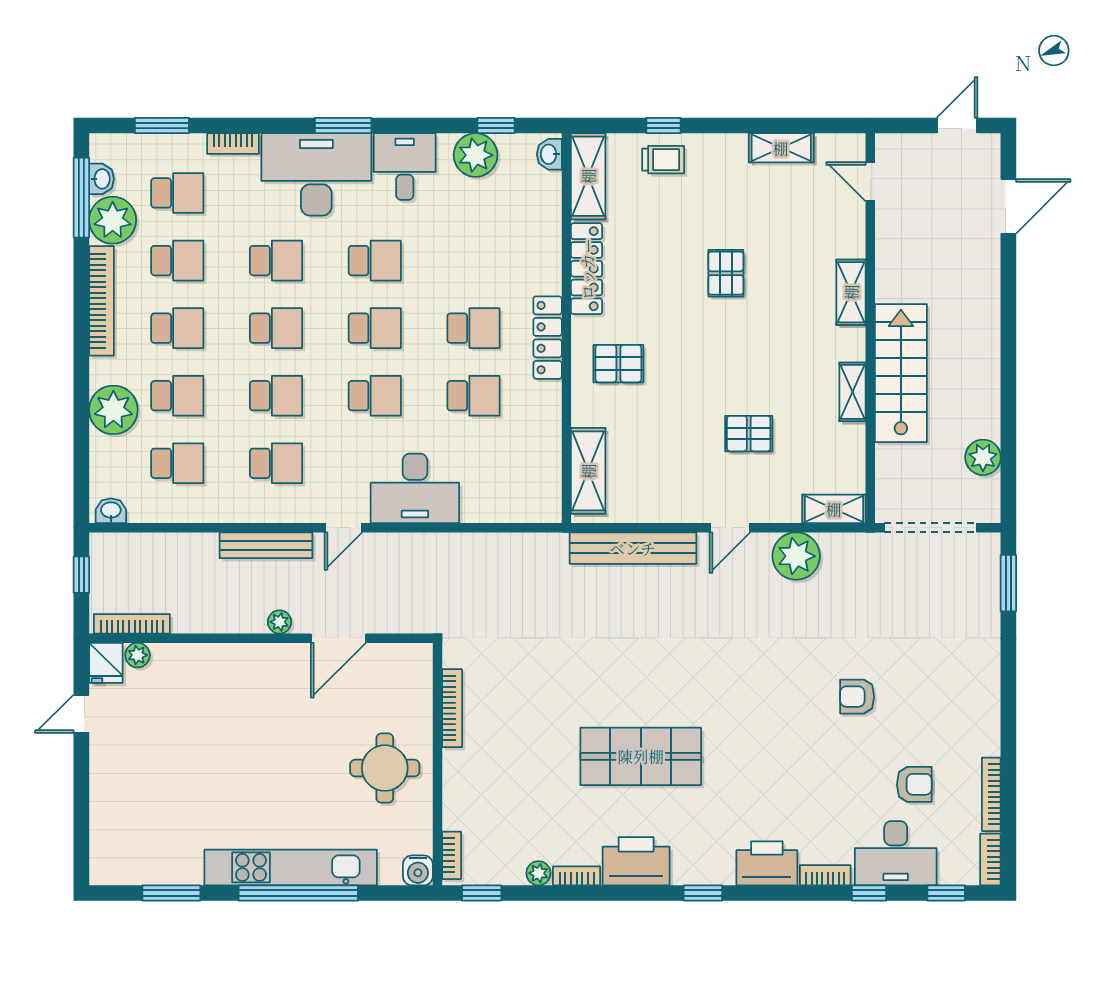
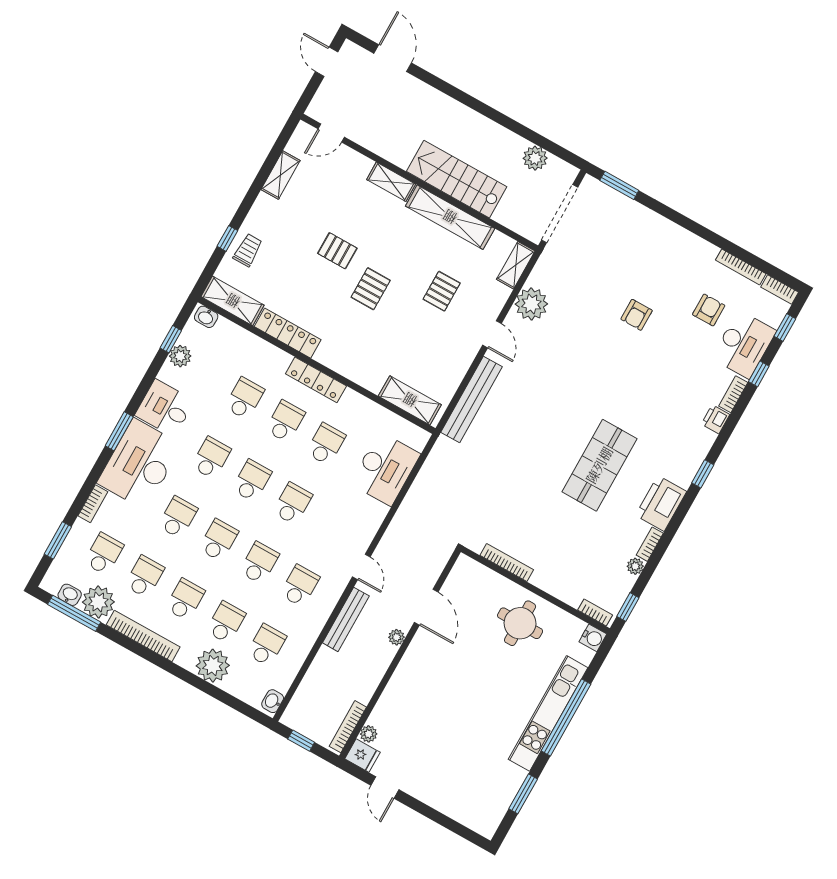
plant: (476, 155) -> (180, 356), width x0.73, depth x0.73
school desk: (473, 261) -> (245, 398), added
pallet: (618, 364) -> (371, 289), moved
shelving: (852, 392) -> (450, 217), width x2.20, depth x1.33
desk: (415, 488) -> (385, 469), moved
printer: (767, 863) -> (716, 419), width x0.53, depth x0.68

